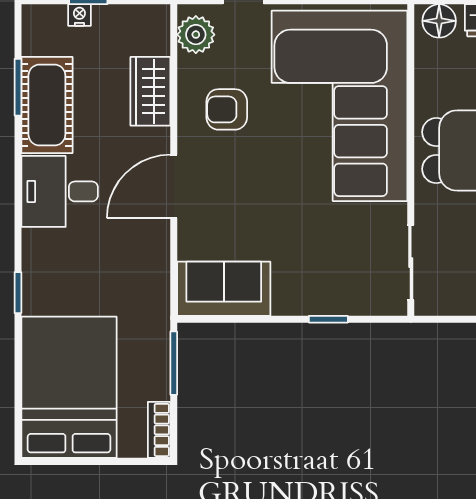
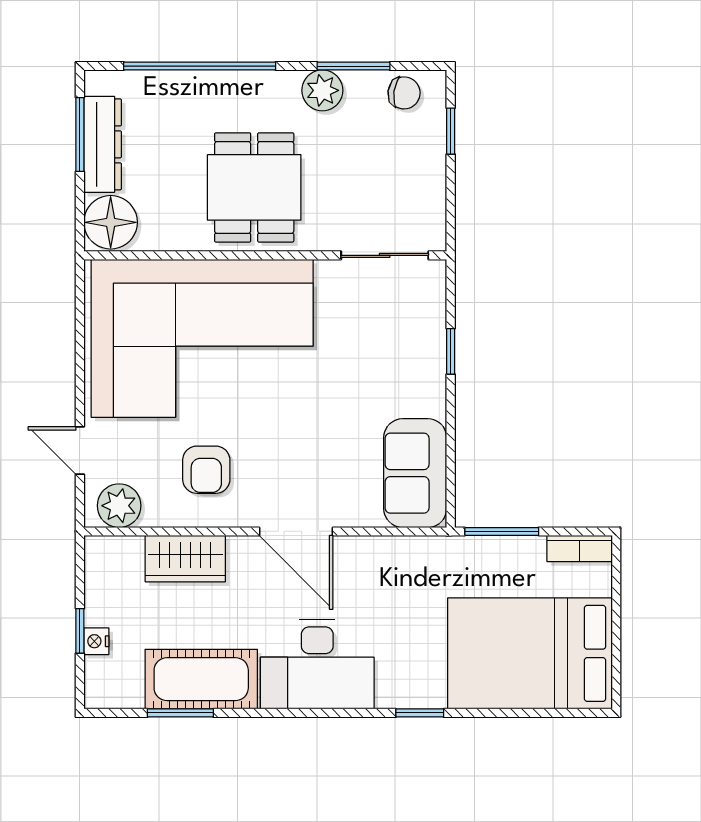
floor lamp: (439, 21) -> (111, 222), width x1.38, depth x1.38
desk: (60, 191) -> (317, 664), width x1.37

